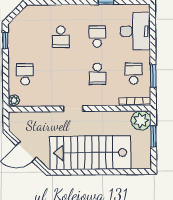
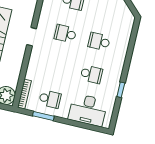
school desk: (97, 74) -> (65, 34), moved

